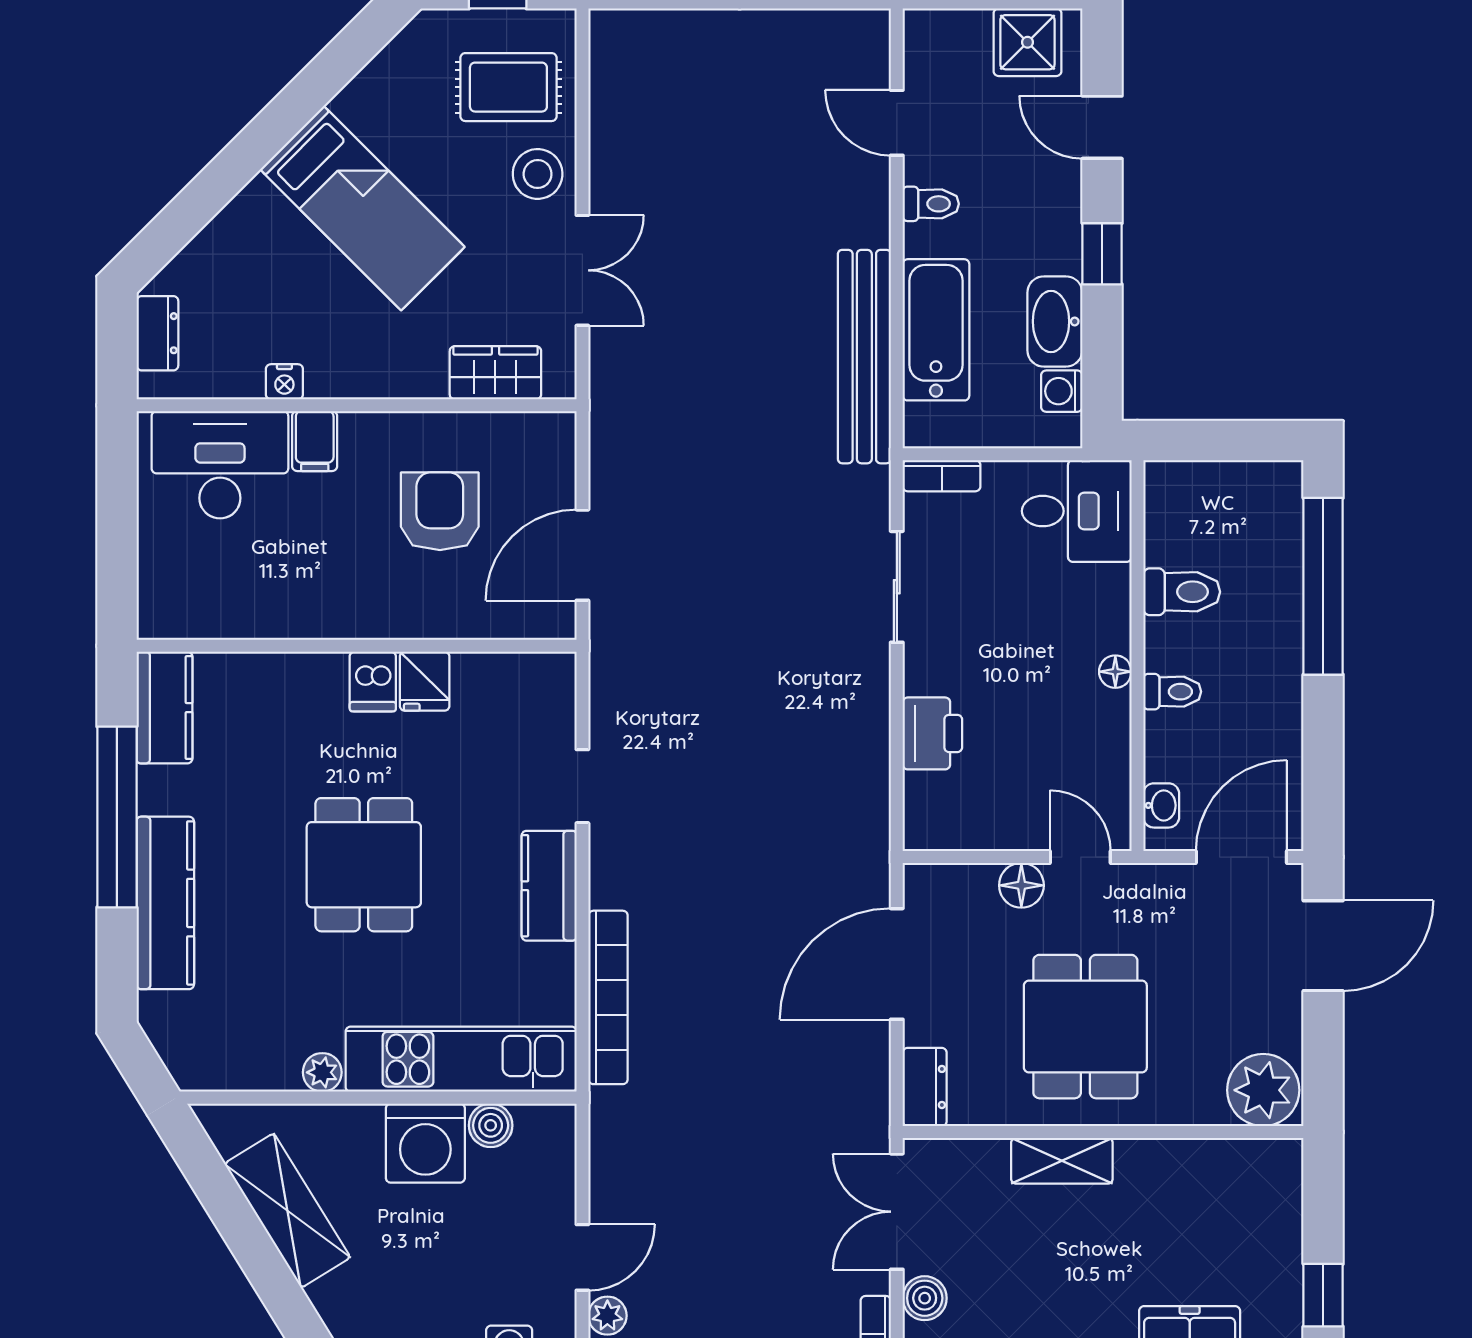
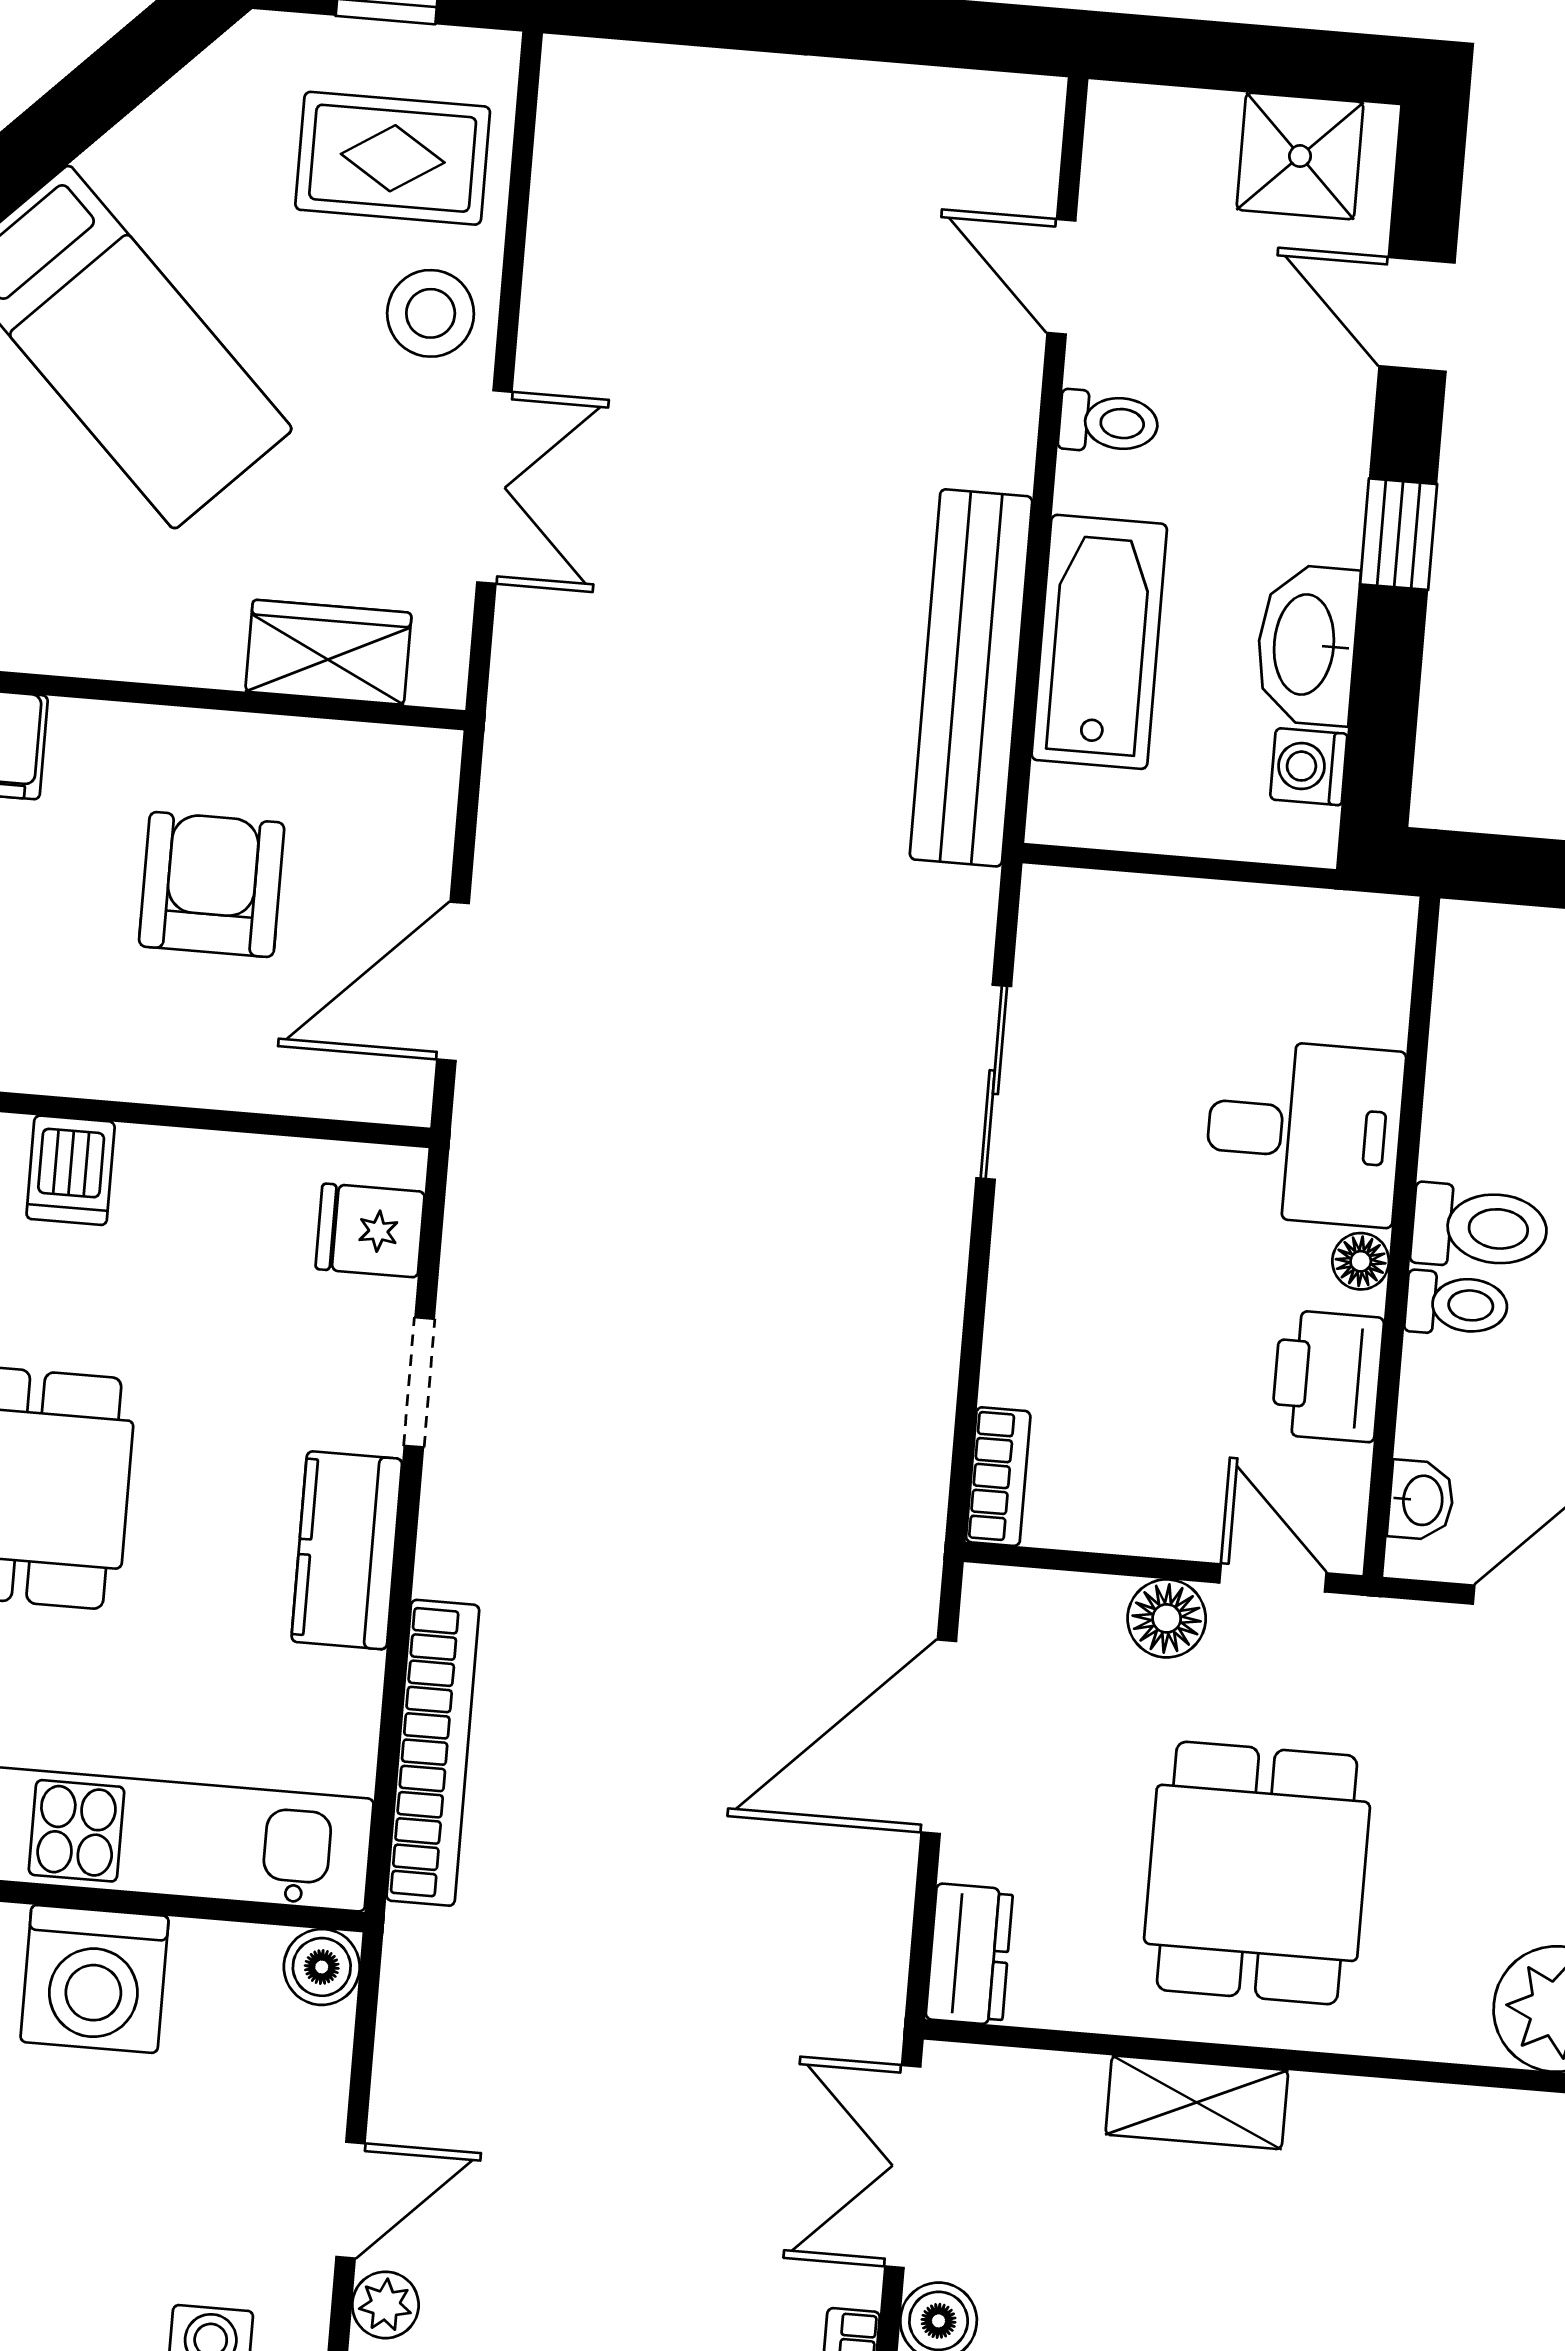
bookcase: (942, 476) -> (998, 1477), moved, turned -90
desk: (1077, 511) -> (1304, 1132), moved
toilet: (1182, 592) -> (1480, 1227), moved
fridge: (425, 681) -> (370, 1230), moved, turned 90
printer: (932, 733) -> (1327, 1376), moved, turned 180
boiler: (491, 1125) -> (322, 1967), moved

